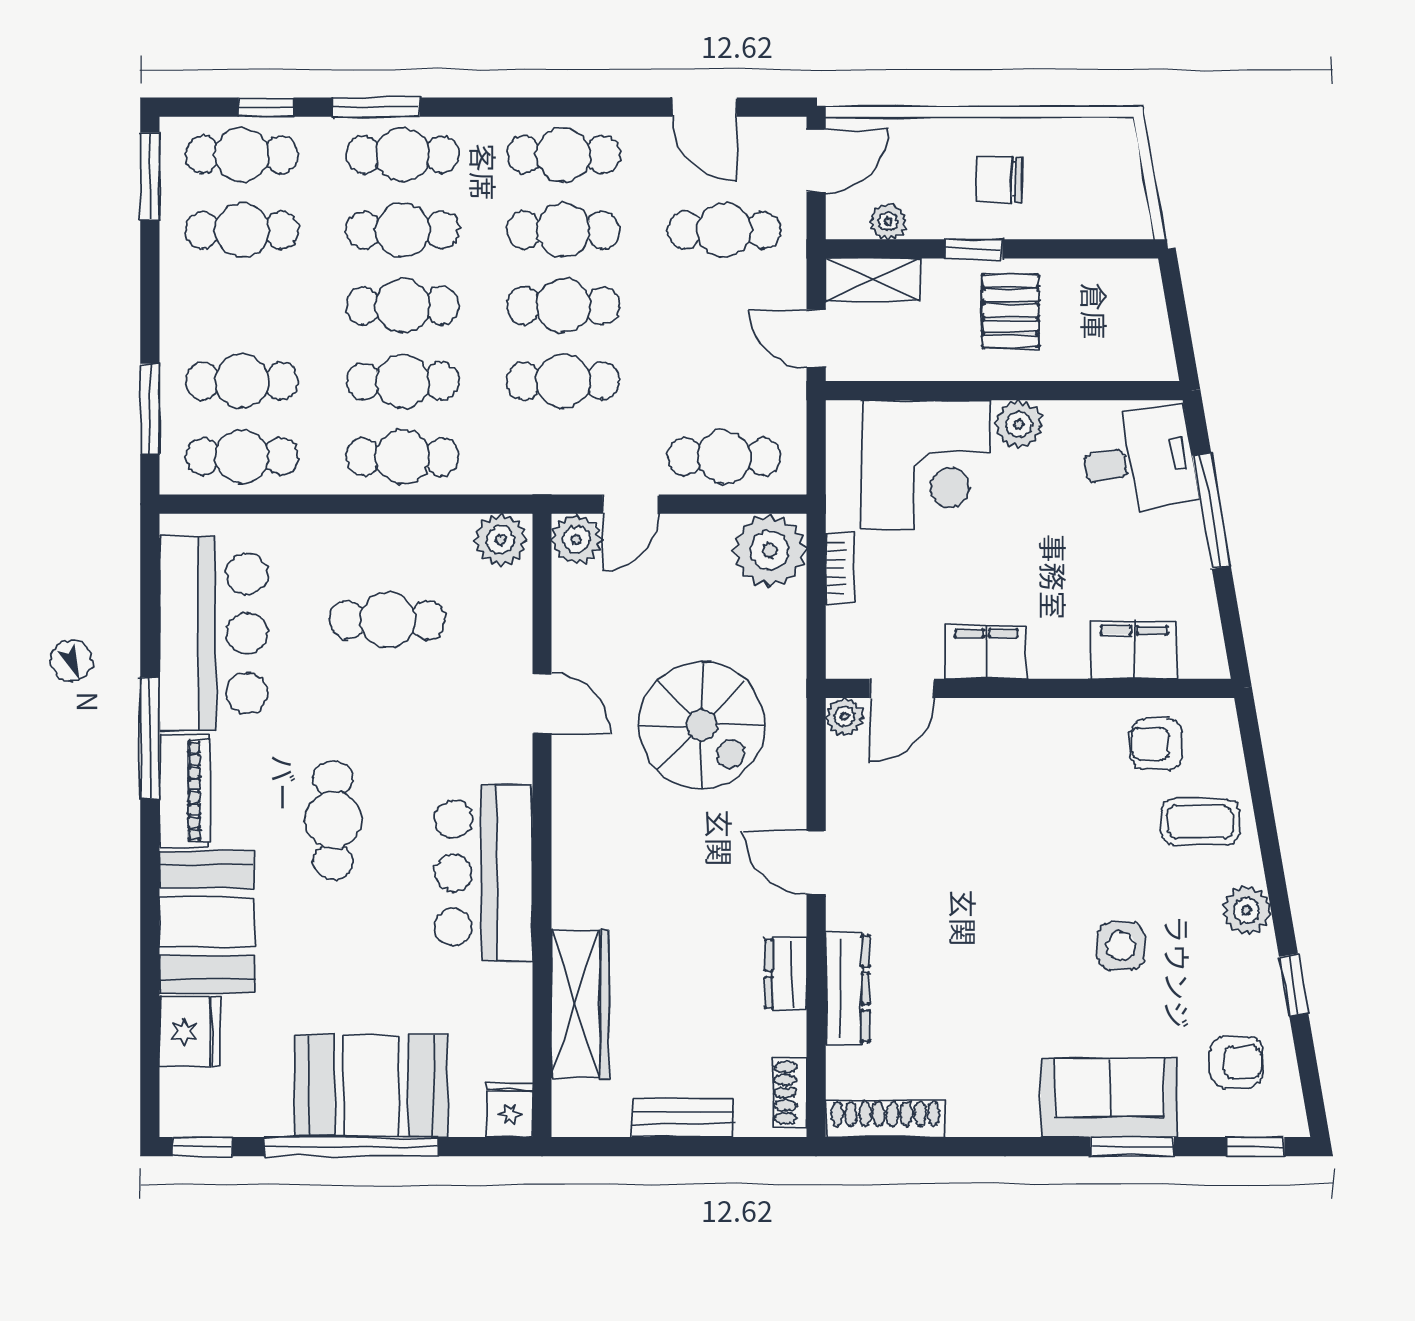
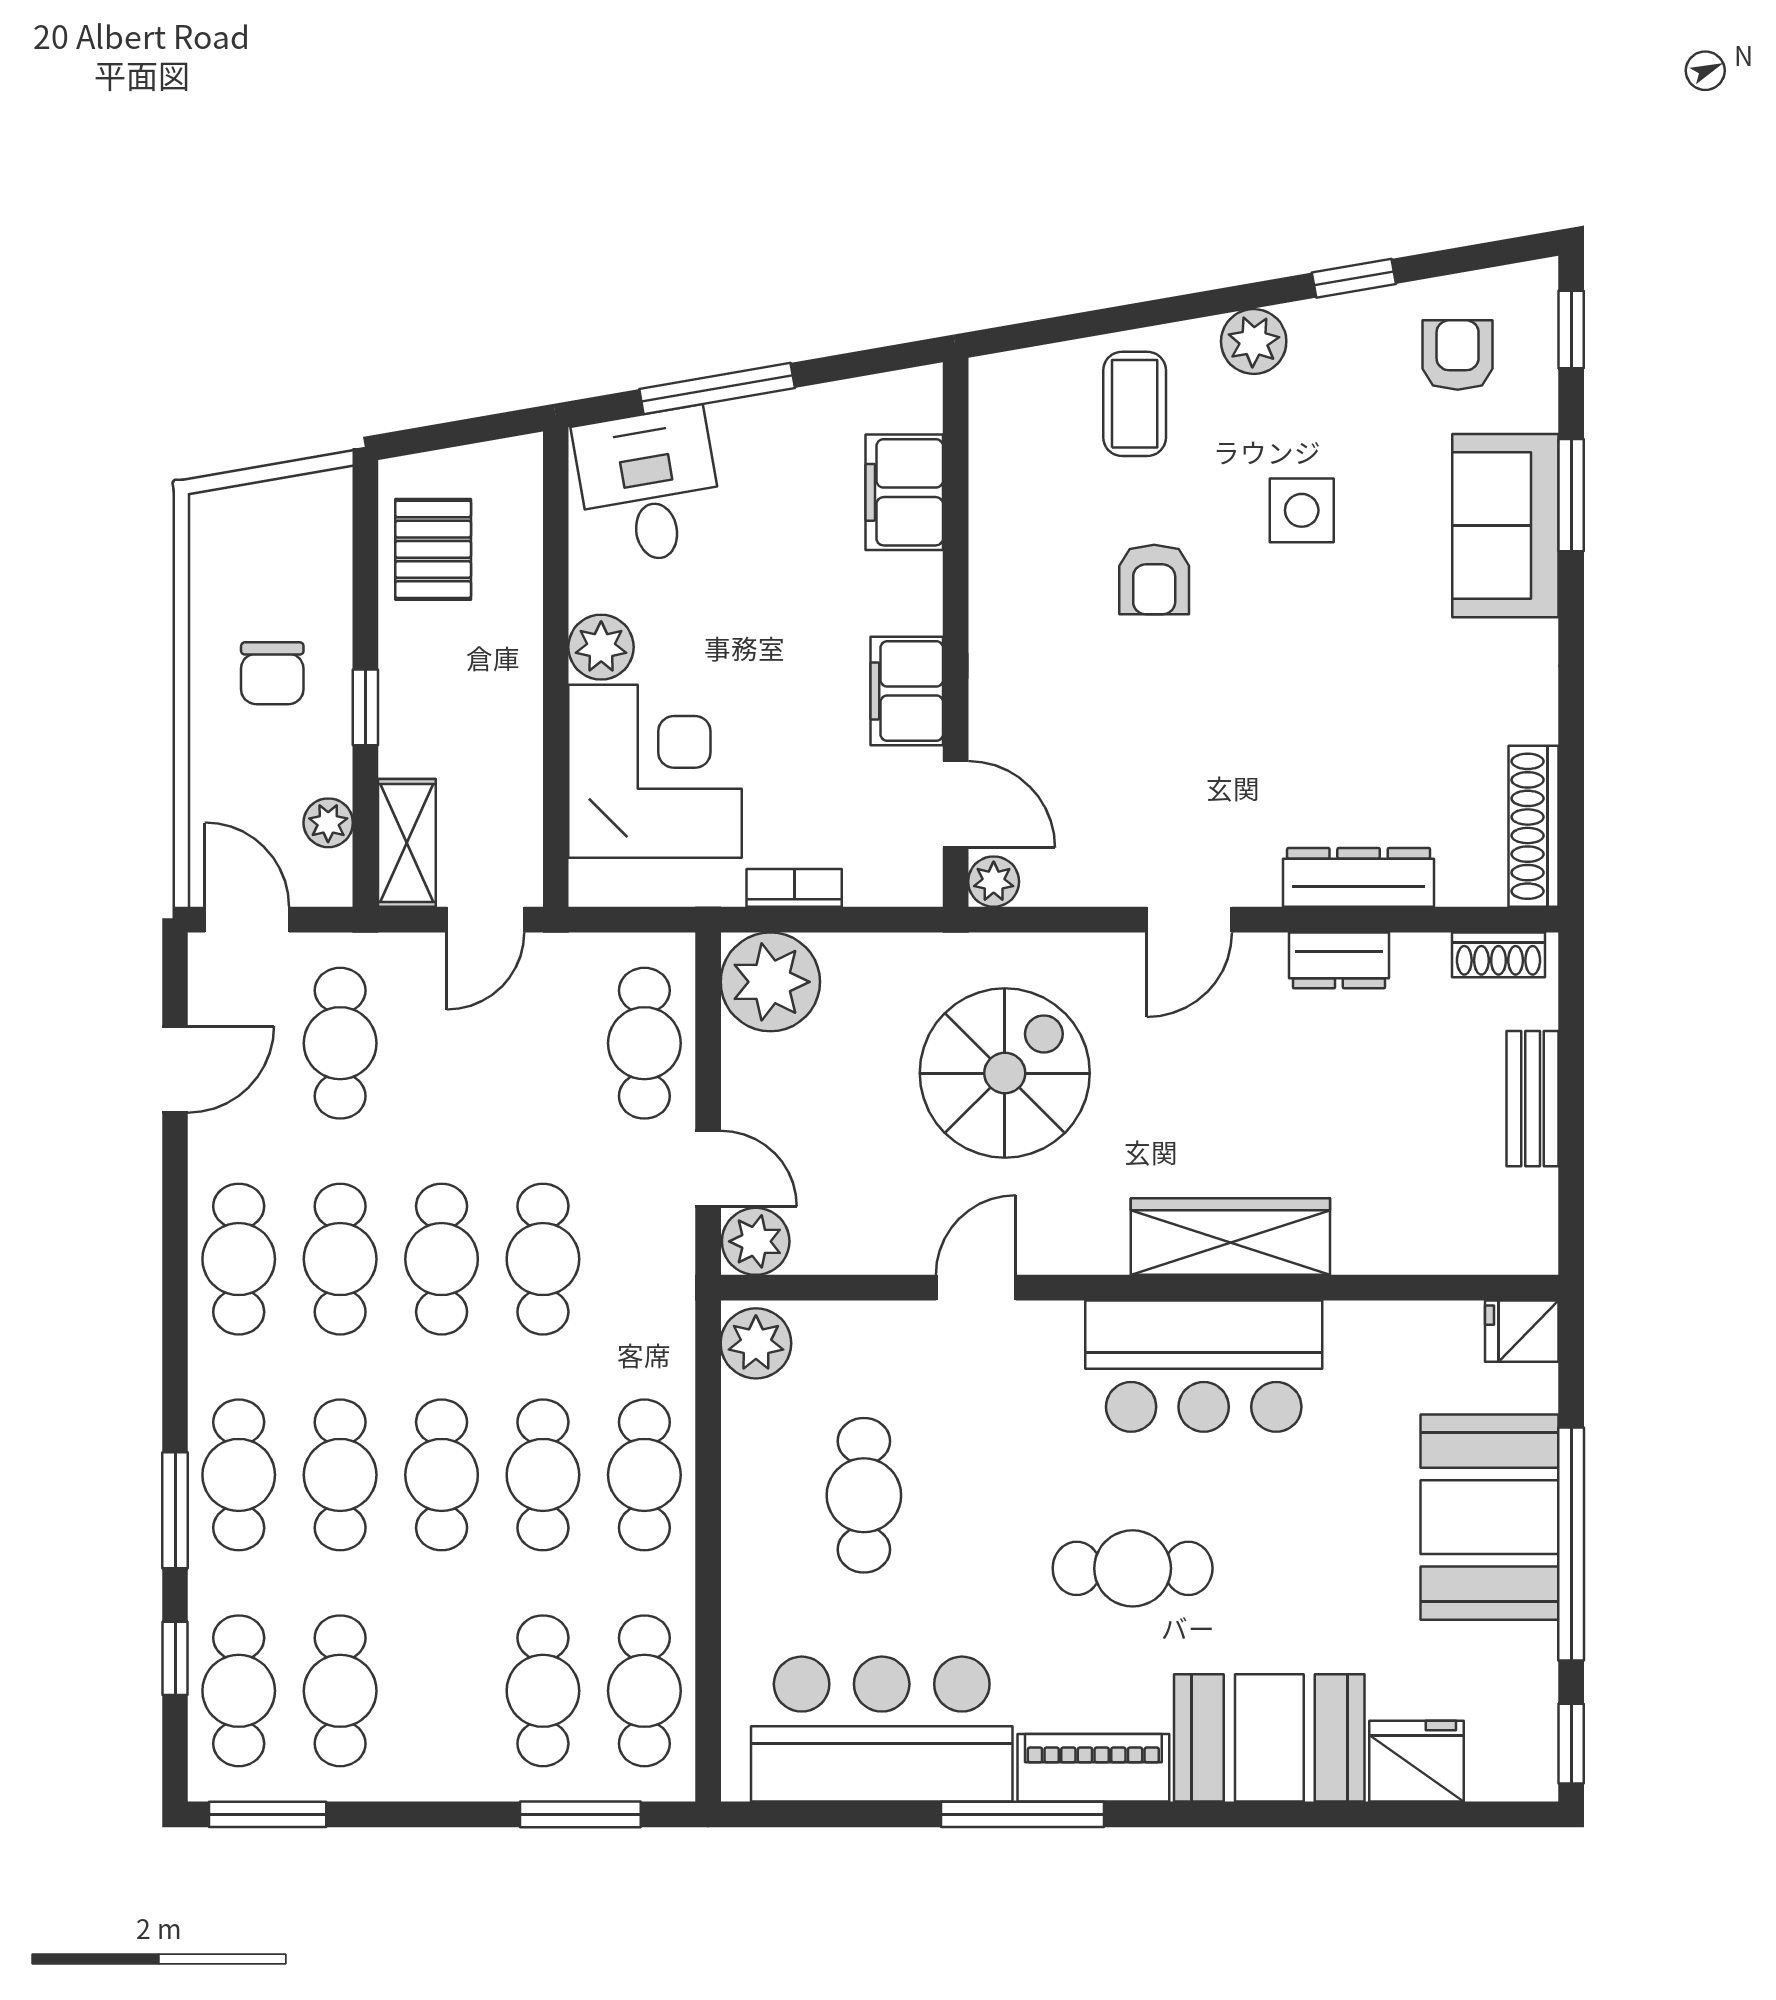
pallet: (1010, 311) -> (433, 549), moved, turned 90
armchair: (1156, 744) -> (1154, 580), moved
wardrobe: (580, 1004) -> (1230, 1237), moved

